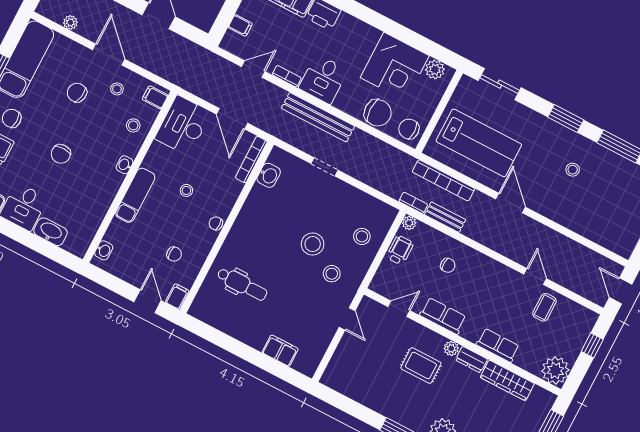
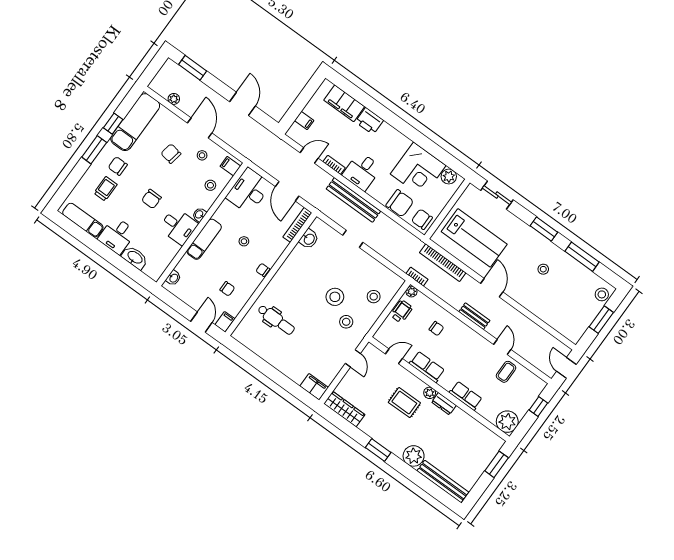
desk: (100, 184) -> (178, 226), added
bench: (445, 217) -> (474, 316), moved
filing cabinet: (280, 351) -> (314, 387), moved
wardrobe: (507, 380) -> (344, 409), moved, turned 180

